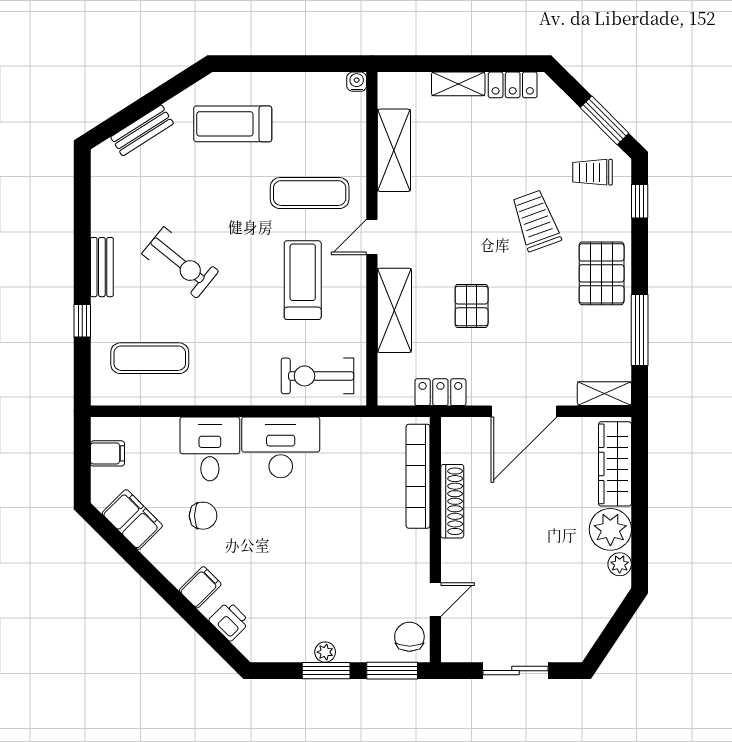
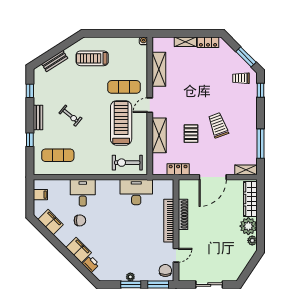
window: (82, 203) -> (30, 91), added
trolley: (536, 221) -> (218, 125), moved
exercise bike: (180, 262) -> (70, 116), width x0.73, depth x0.72
pallet: (602, 273) -> (245, 120), removed
treadmill: (303, 280) -> (121, 123), width x1.37, depth x1.37
desk: (281, 447) -> (136, 192), moved
bookcase: (418, 476) -> (169, 221), moved
filing cabinet: (200, 587) -> (79, 250), width x2.00

